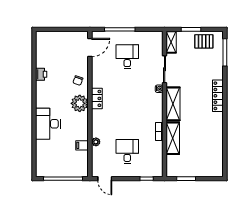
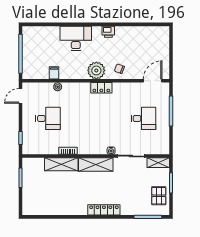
door: (90, 47) -> (153, 81), swing flipped
printer: (41, 74) -> (108, 32), moved

